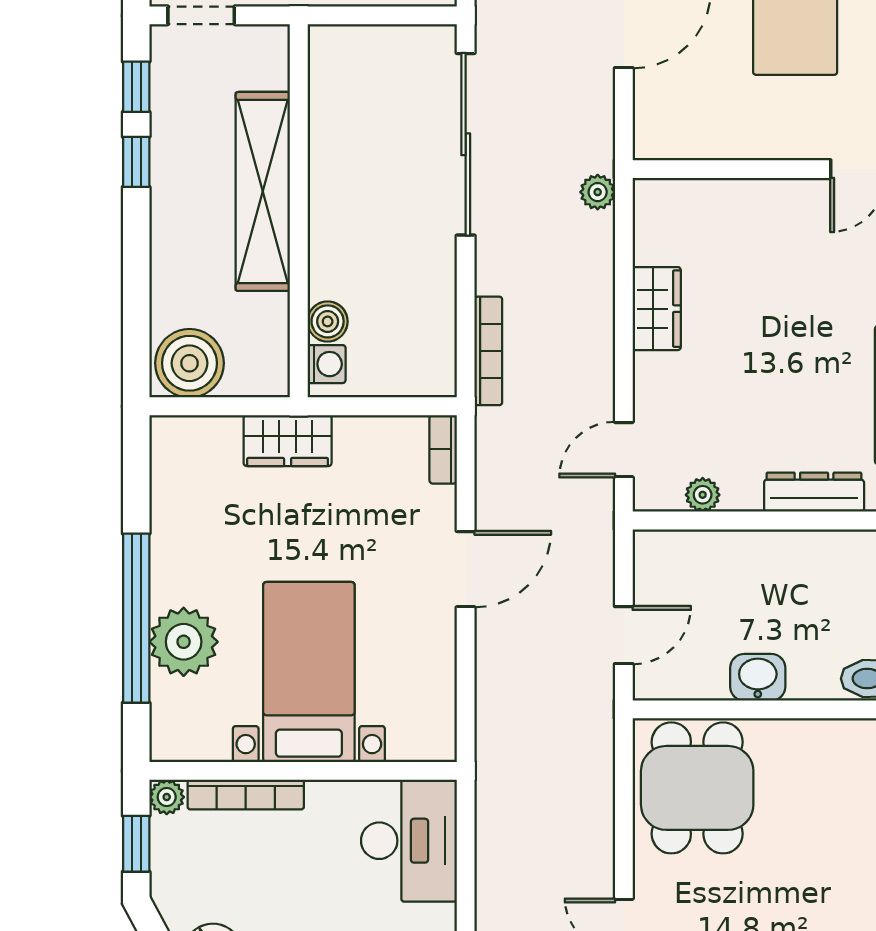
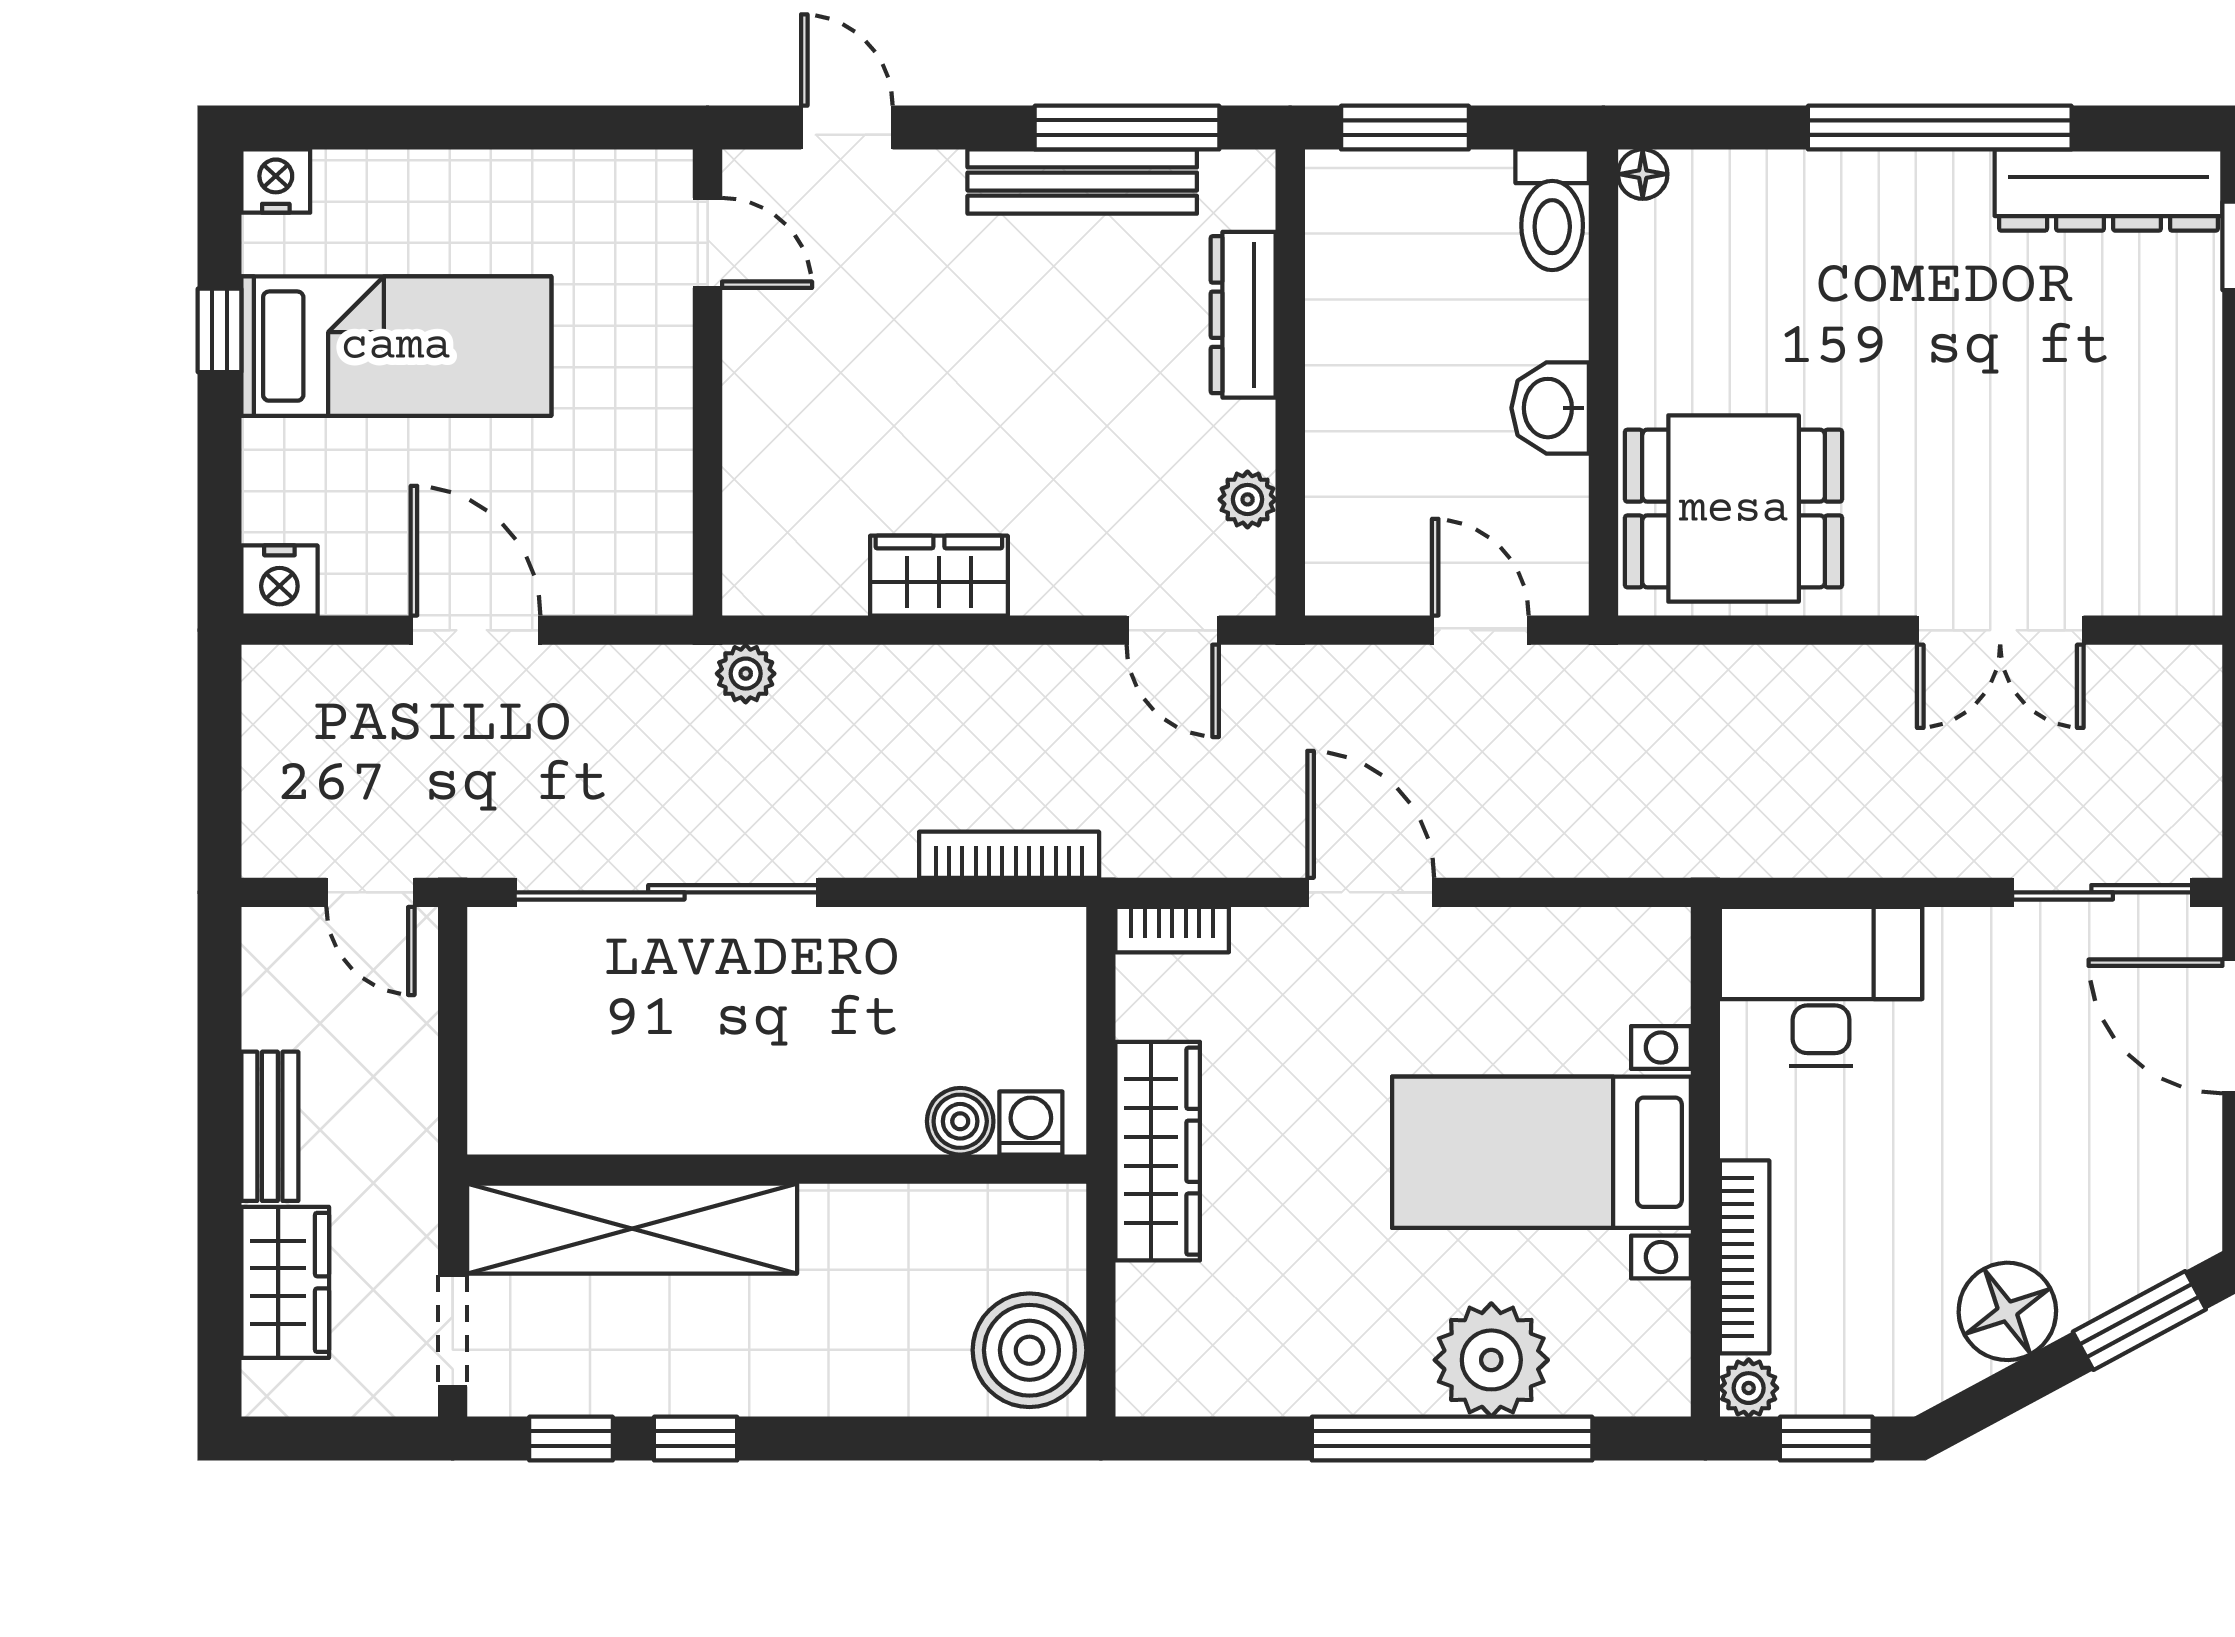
shelving: (263, 191) -> (632, 1229), moved
wardrobe: (288, 441) -> (1158, 1151), width x1.50

